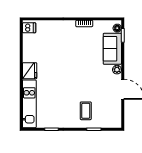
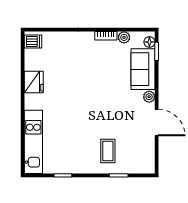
plant: (98, 25) -> (124, 37), added
fridge: (30, 71) -> (34, 82), moved

